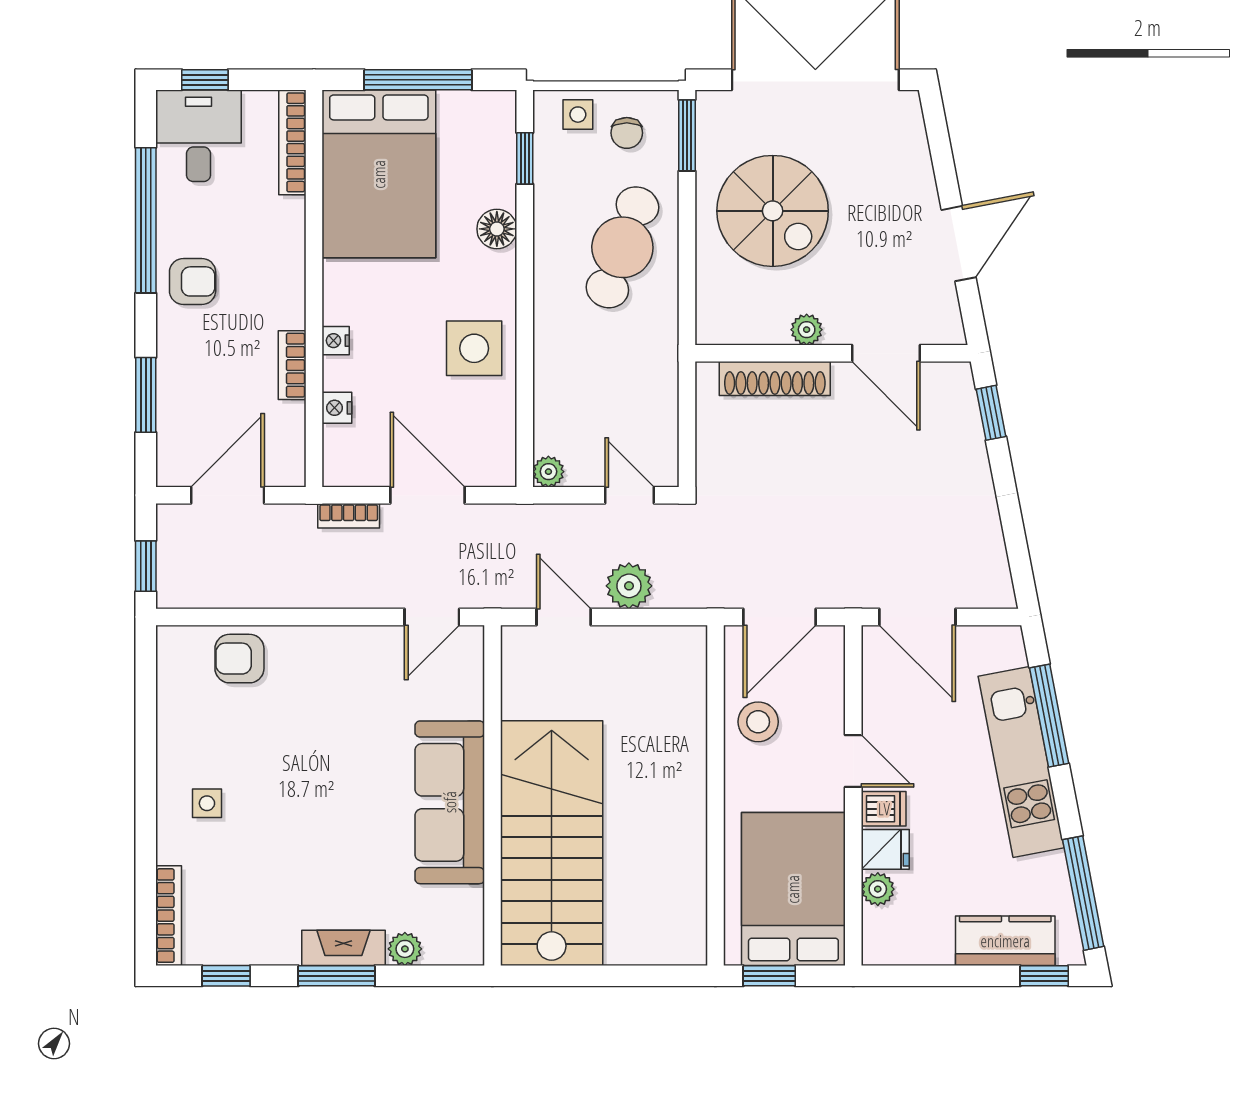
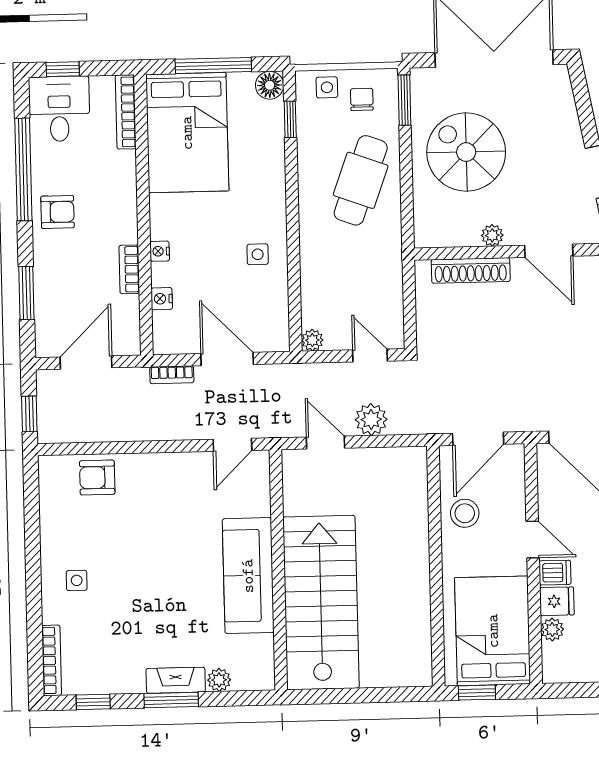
chair: (627, 133) -> (362, 99), turned 180
spiral stairs: (773, 211) -> (466, 152), turned 180
floor lamp: (497, 229) -> (270, 85), moved
side table: (474, 348) -> (258, 254), width x0.54, depth x0.54

